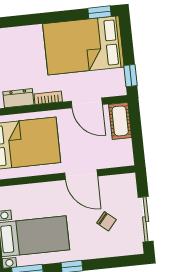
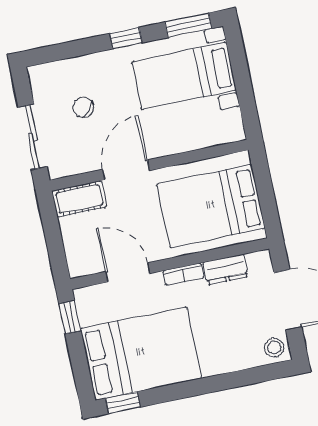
cot: (120, 121) -> (79, 199), moved, turned 90
door: (81, 175) -> (126, 170), hinge flipped
sliding door: (146, 219) -> (33, 137), moved

